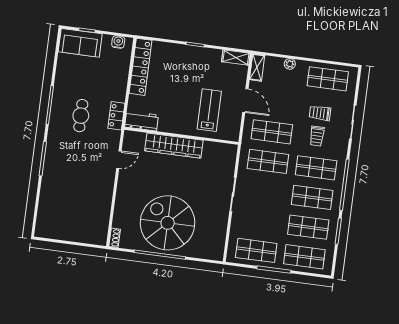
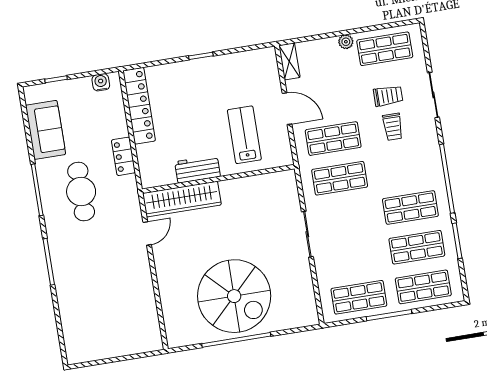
sofa: (80, 43) -> (46, 130), moved, turned -90
shelving: (236, 57) -> (258, 57), removed
plant: (290, 64) -> (346, 42), moved
trolley: (320, 113) -> (388, 96), turned 180
cafe table: (81, 116) -> (81, 191), width x1.37, depth x1.35
locker: (116, 116) -> (123, 156), moved
workbench: (142, 121) -> (197, 169), moved
wardrobe: (174, 146) -> (182, 199), moved
shop shelf: (316, 168) -> (404, 168), removed
spiral stairs: (168, 223) -> (234, 296), turned 180
shoe rack: (115, 238) -> (172, 336), removed

